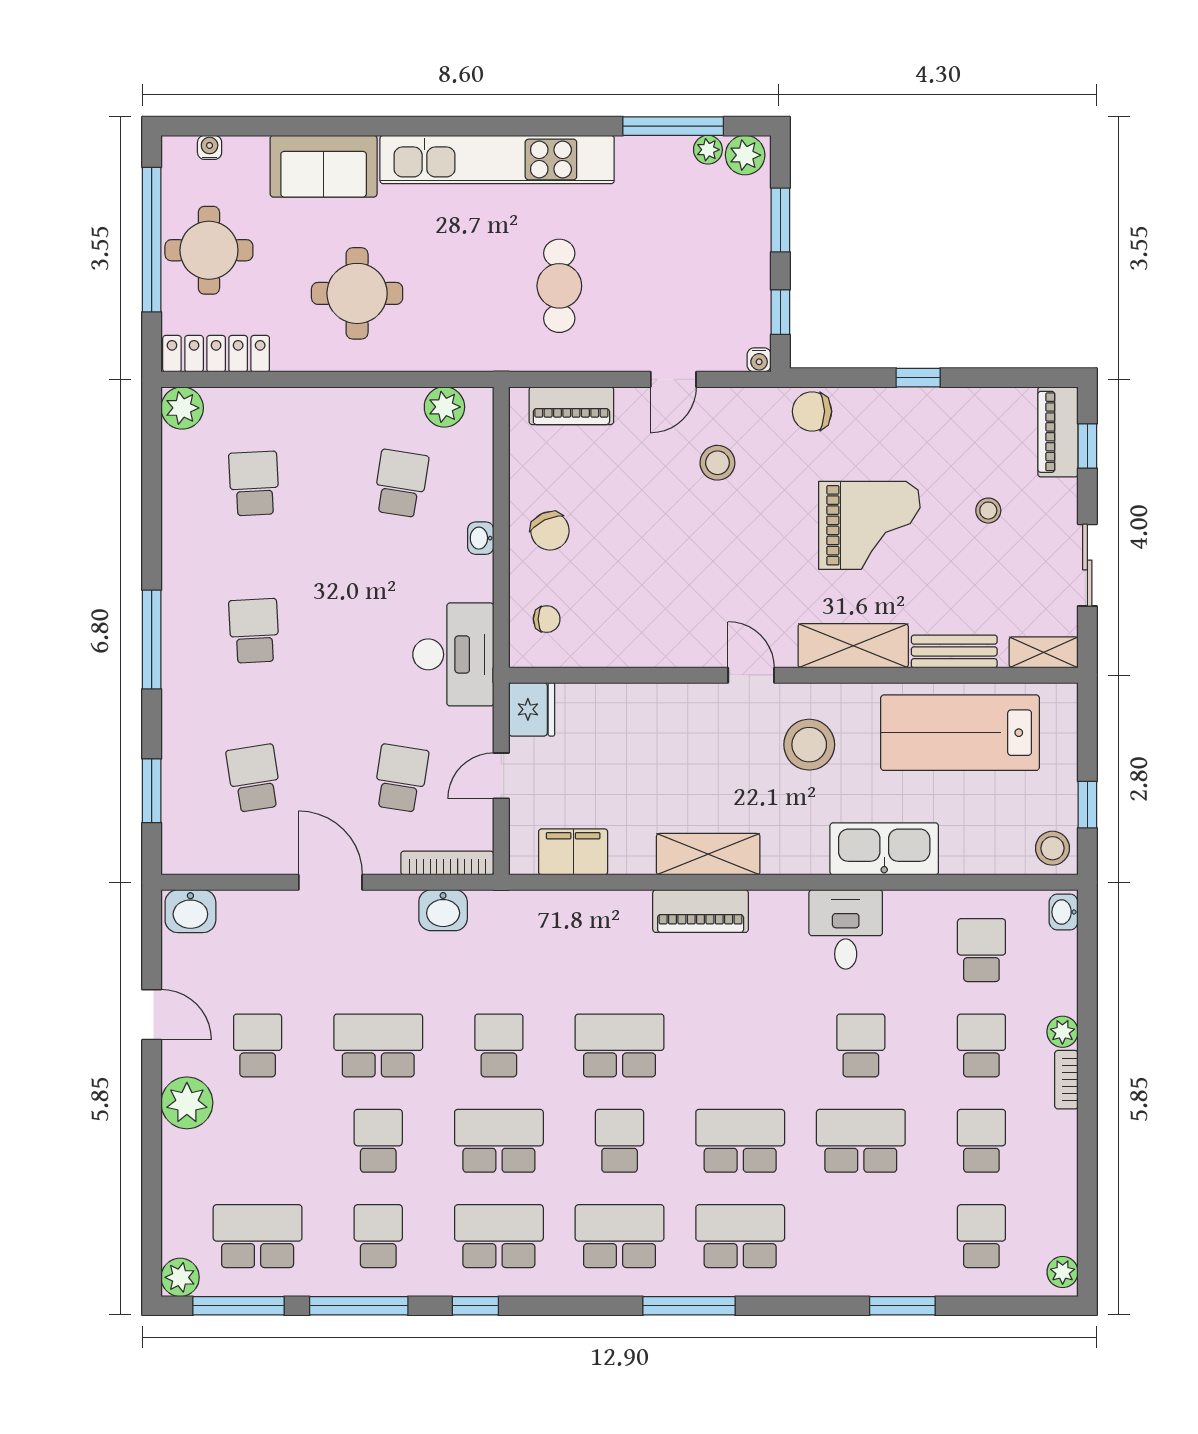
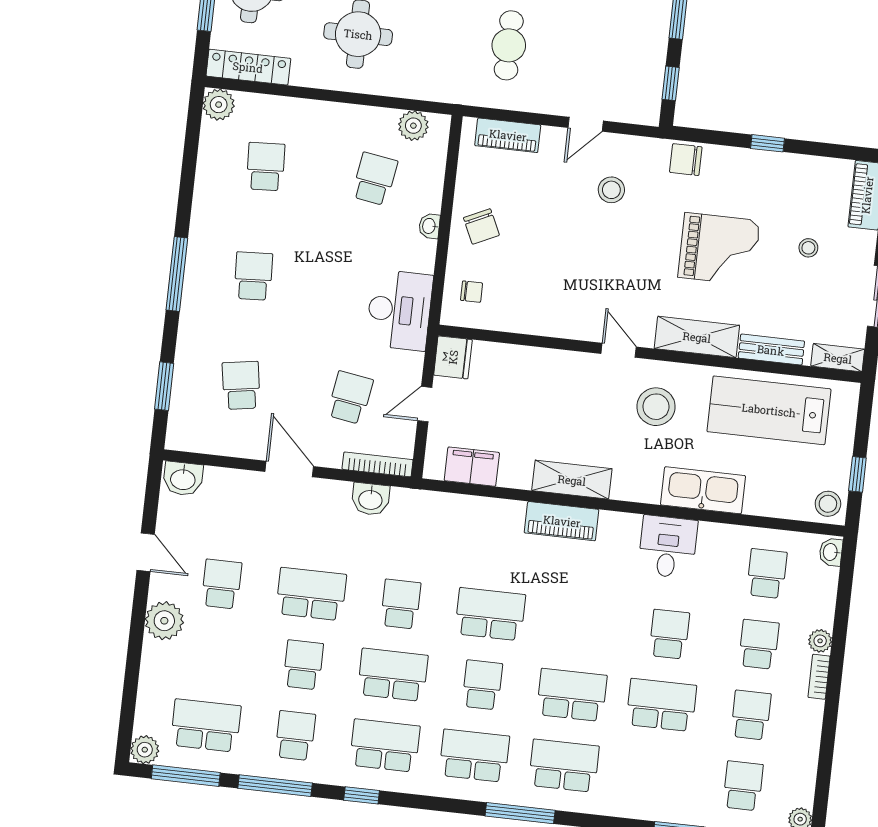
water cooler: (759, 360) -> (651, 117), removed

